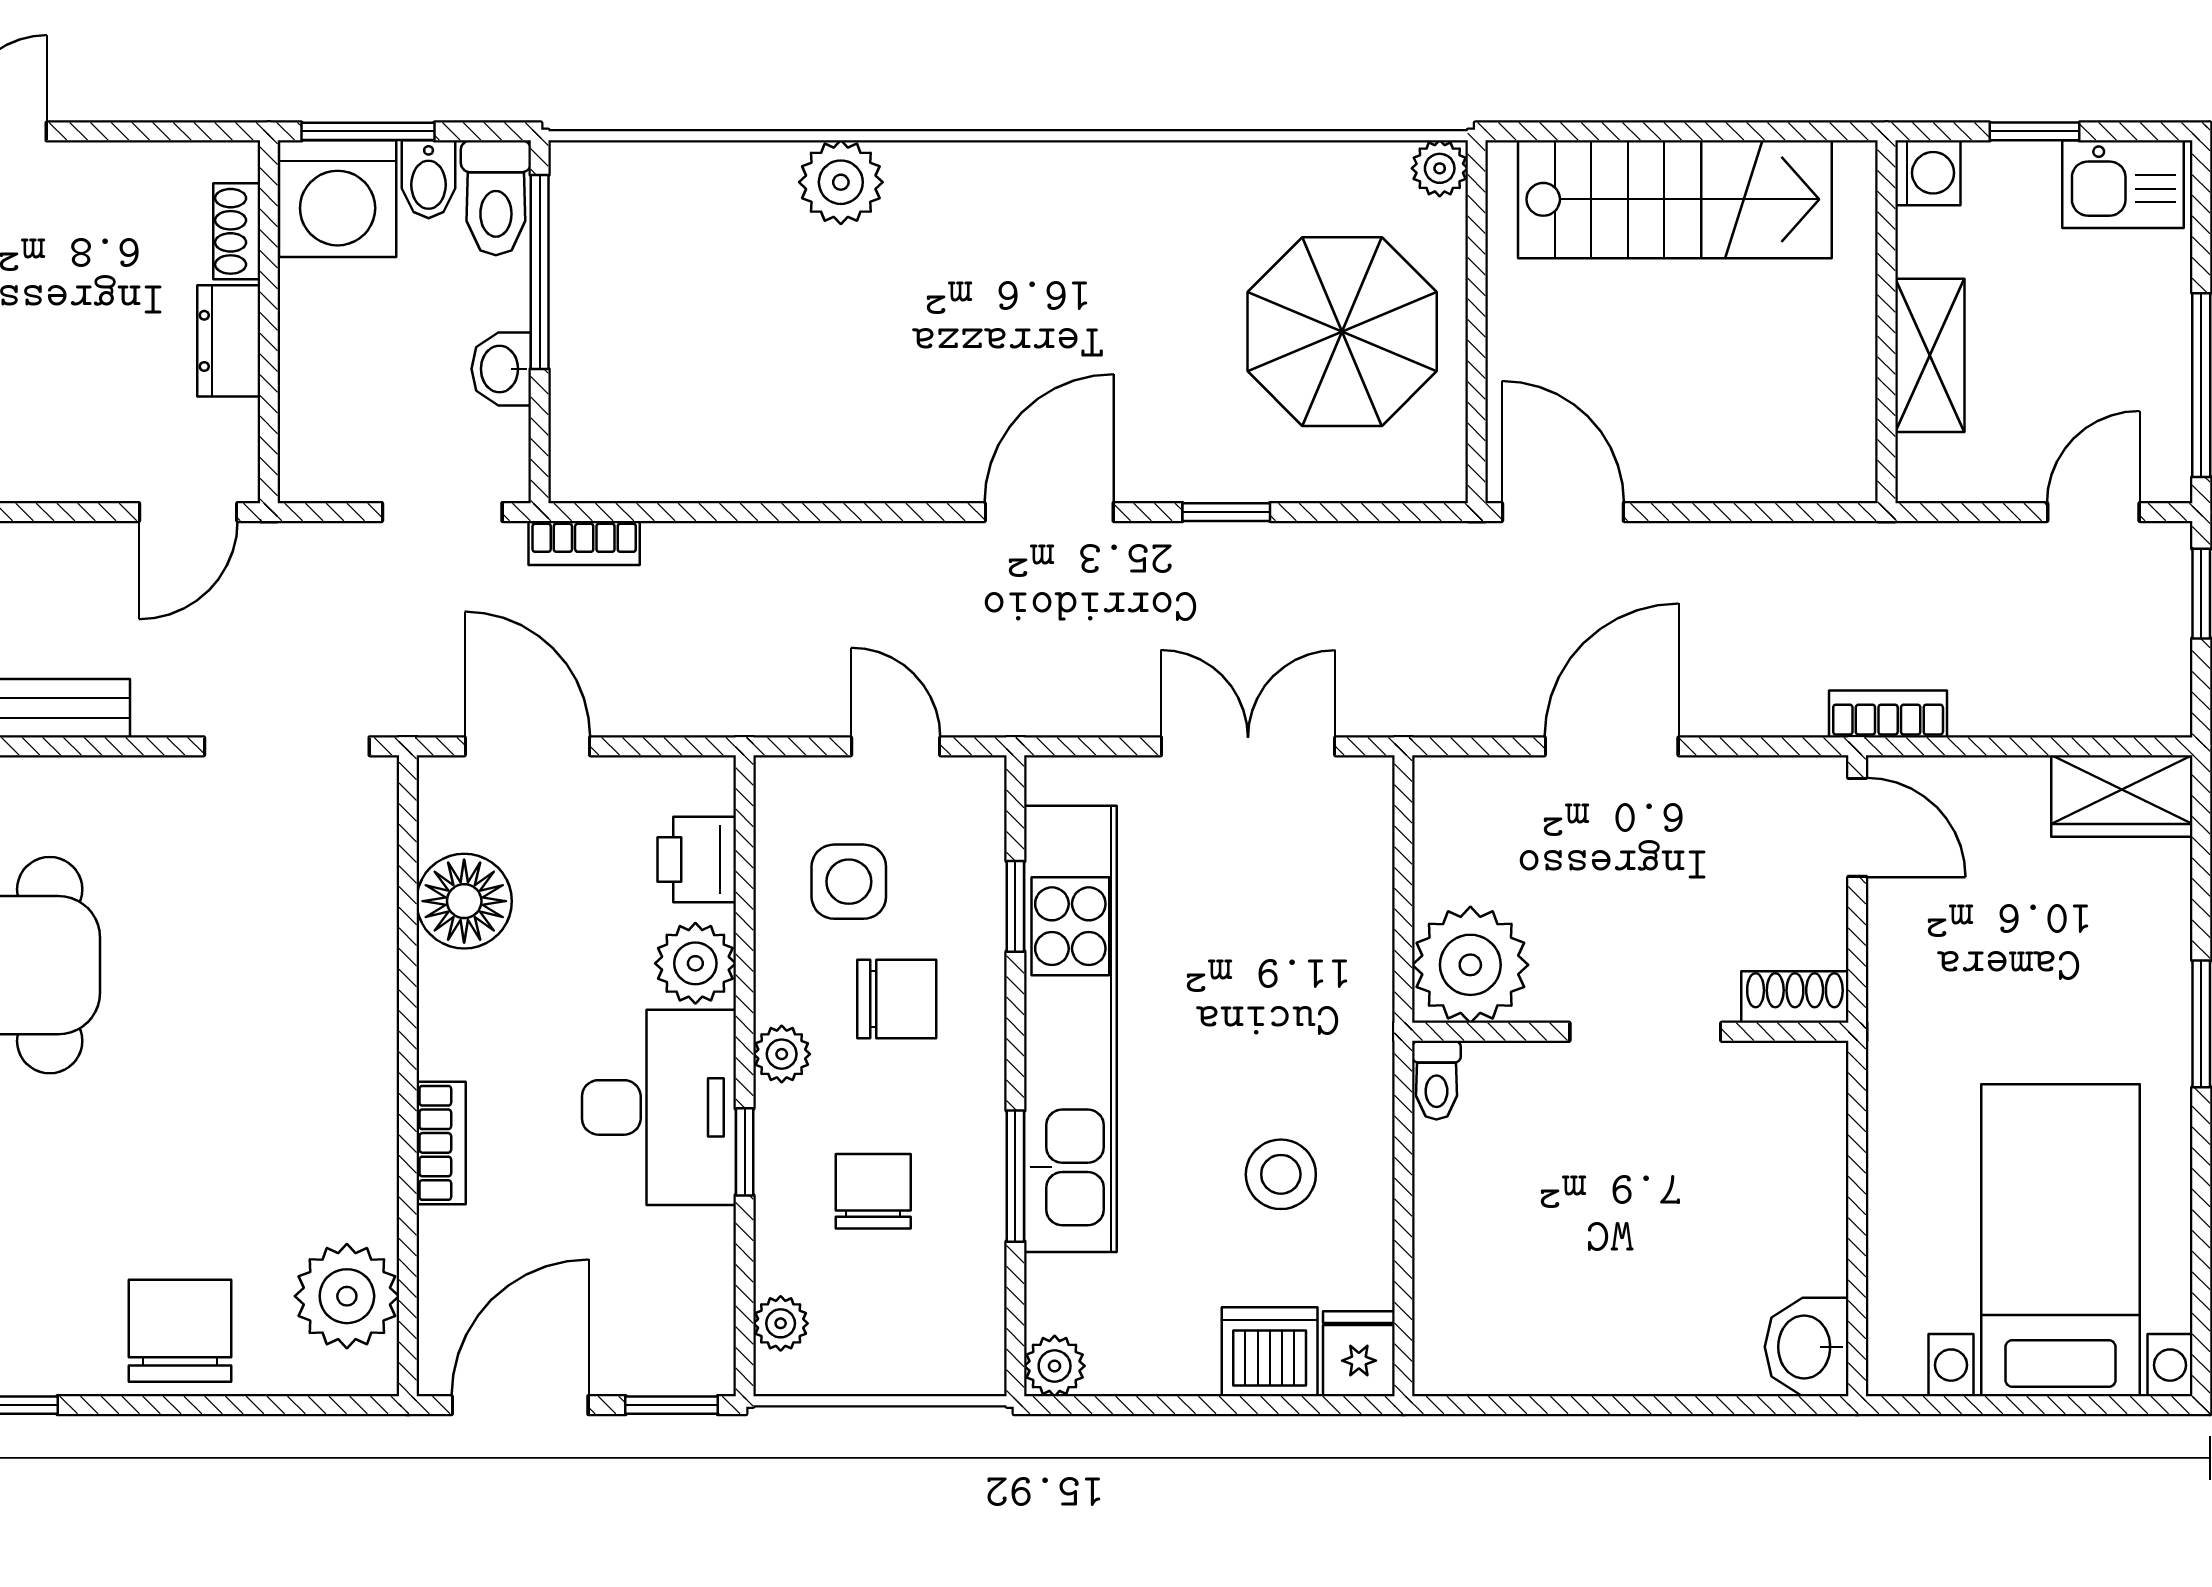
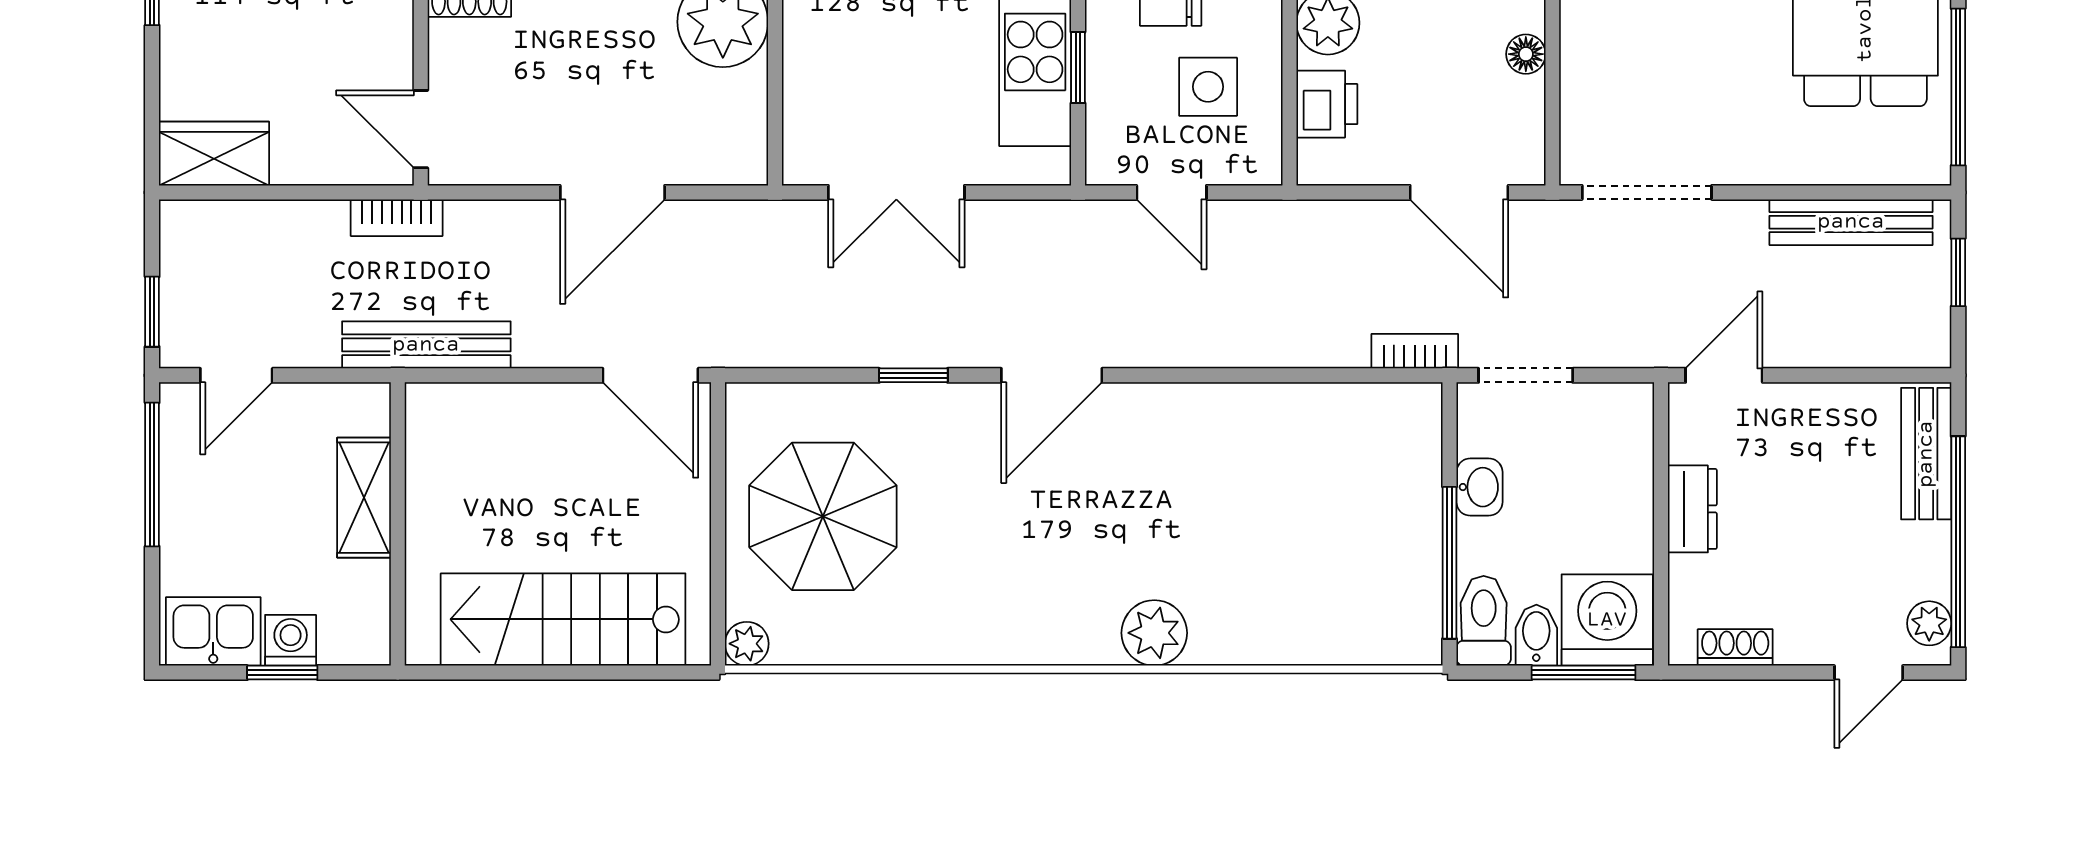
washing machine: (1928, 173) -> (291, 640), moved, turned 90
plant: (841, 182) -> (1154, 633), moved
shoe rack: (237, 231) -> (1735, 647), moved, turned -90
bench: (1850, 551) -> (426, 345), added
floor lamp: (464, 901) -> (1526, 54), width x0.53, depth x0.53

